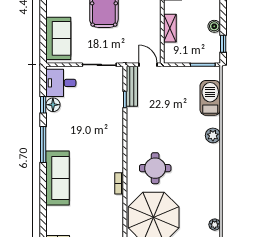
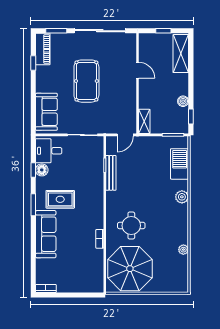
shelving: (170, 28) -> (144, 121), moved
door: (148, 65) -> (125, 135), swing flipped
bench: (132, 86) -> (111, 173), moved
rug: (74, 138) -> (60, 199), added
window: (43, 145) -> (33, 205), width x0.69
plant: (215, 225) -> (183, 250), moved

